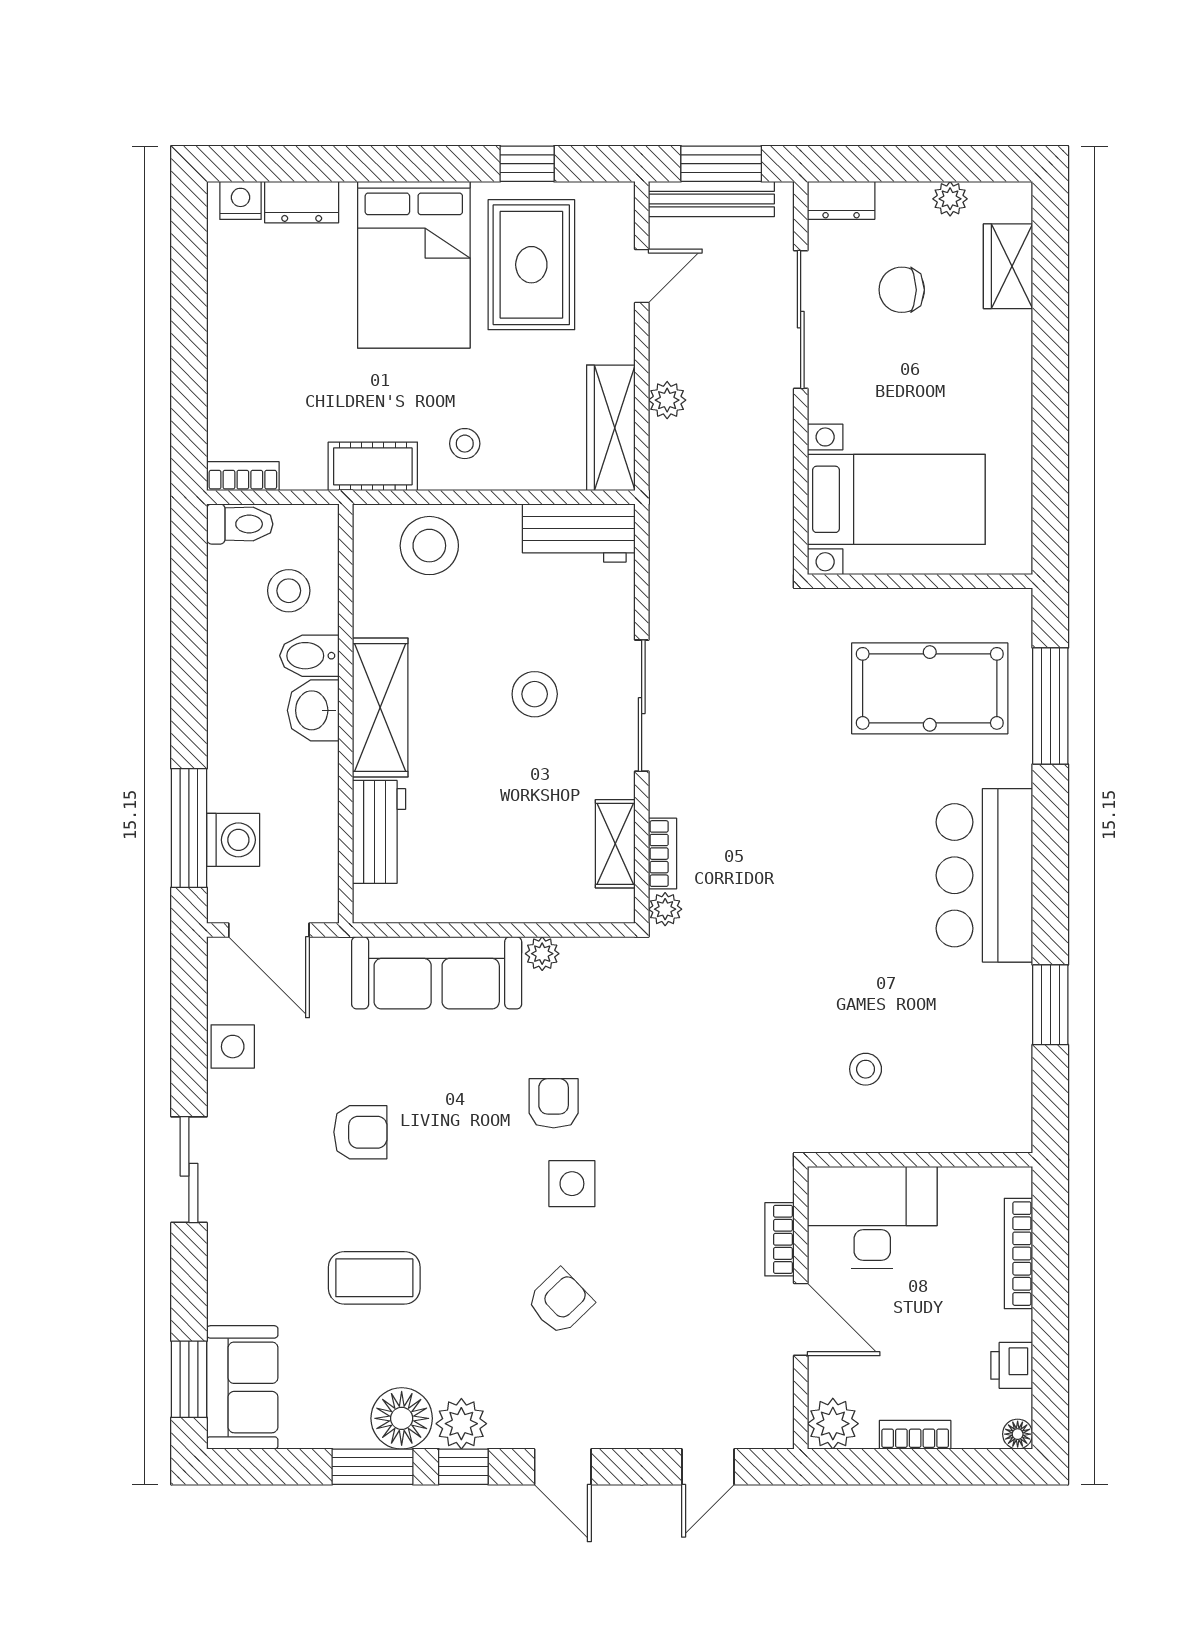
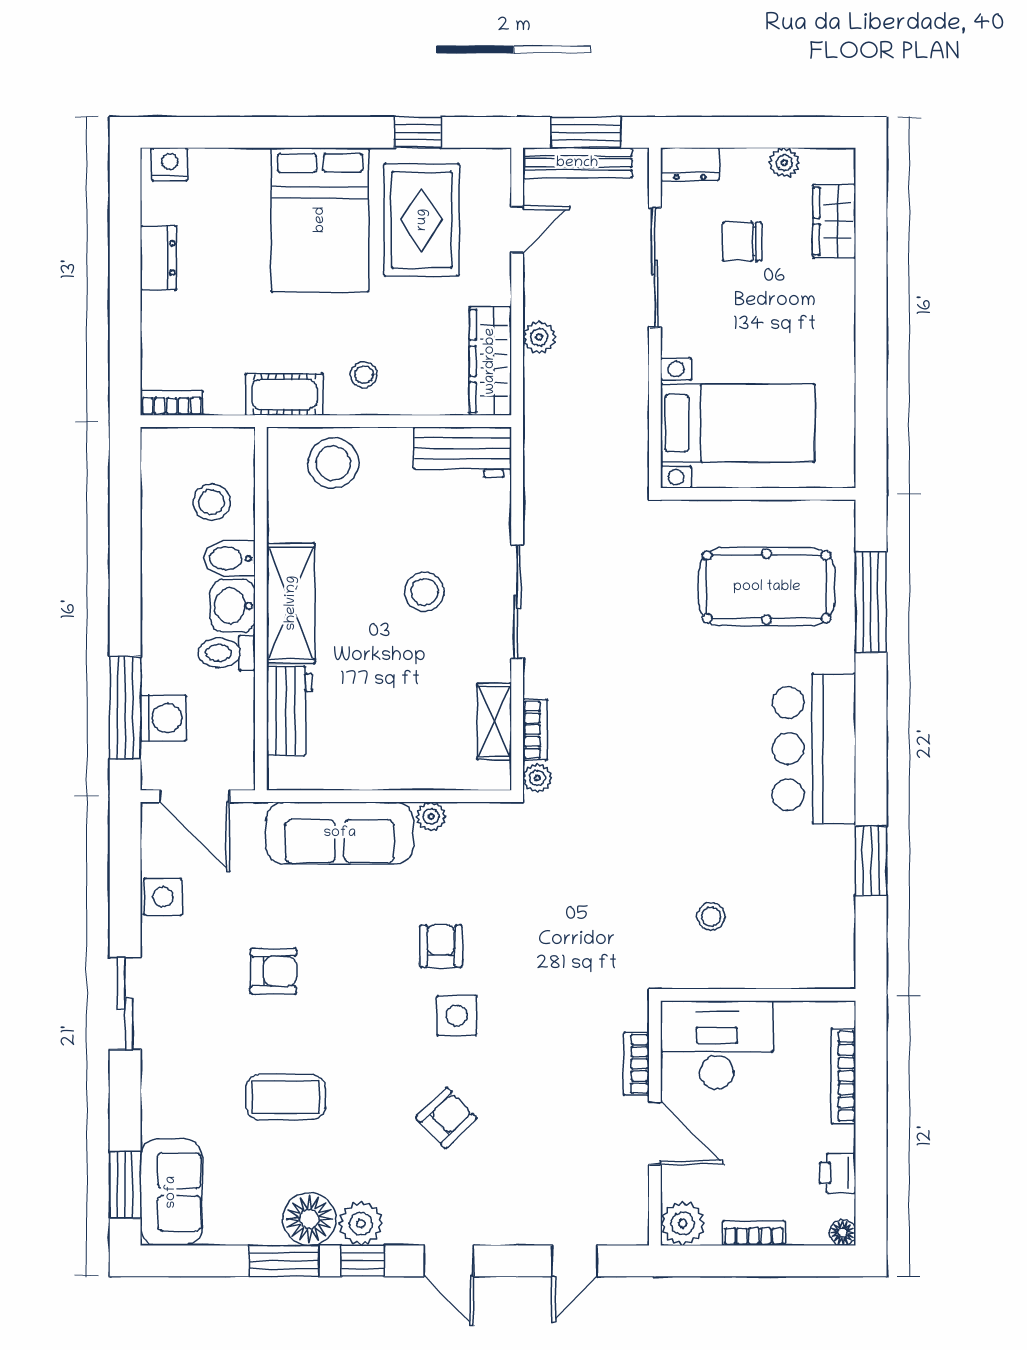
dresser: (302, 202) -> (158, 258), moved, turned -90
toilet: (240, 524) -> (226, 653), moved, turned 180

